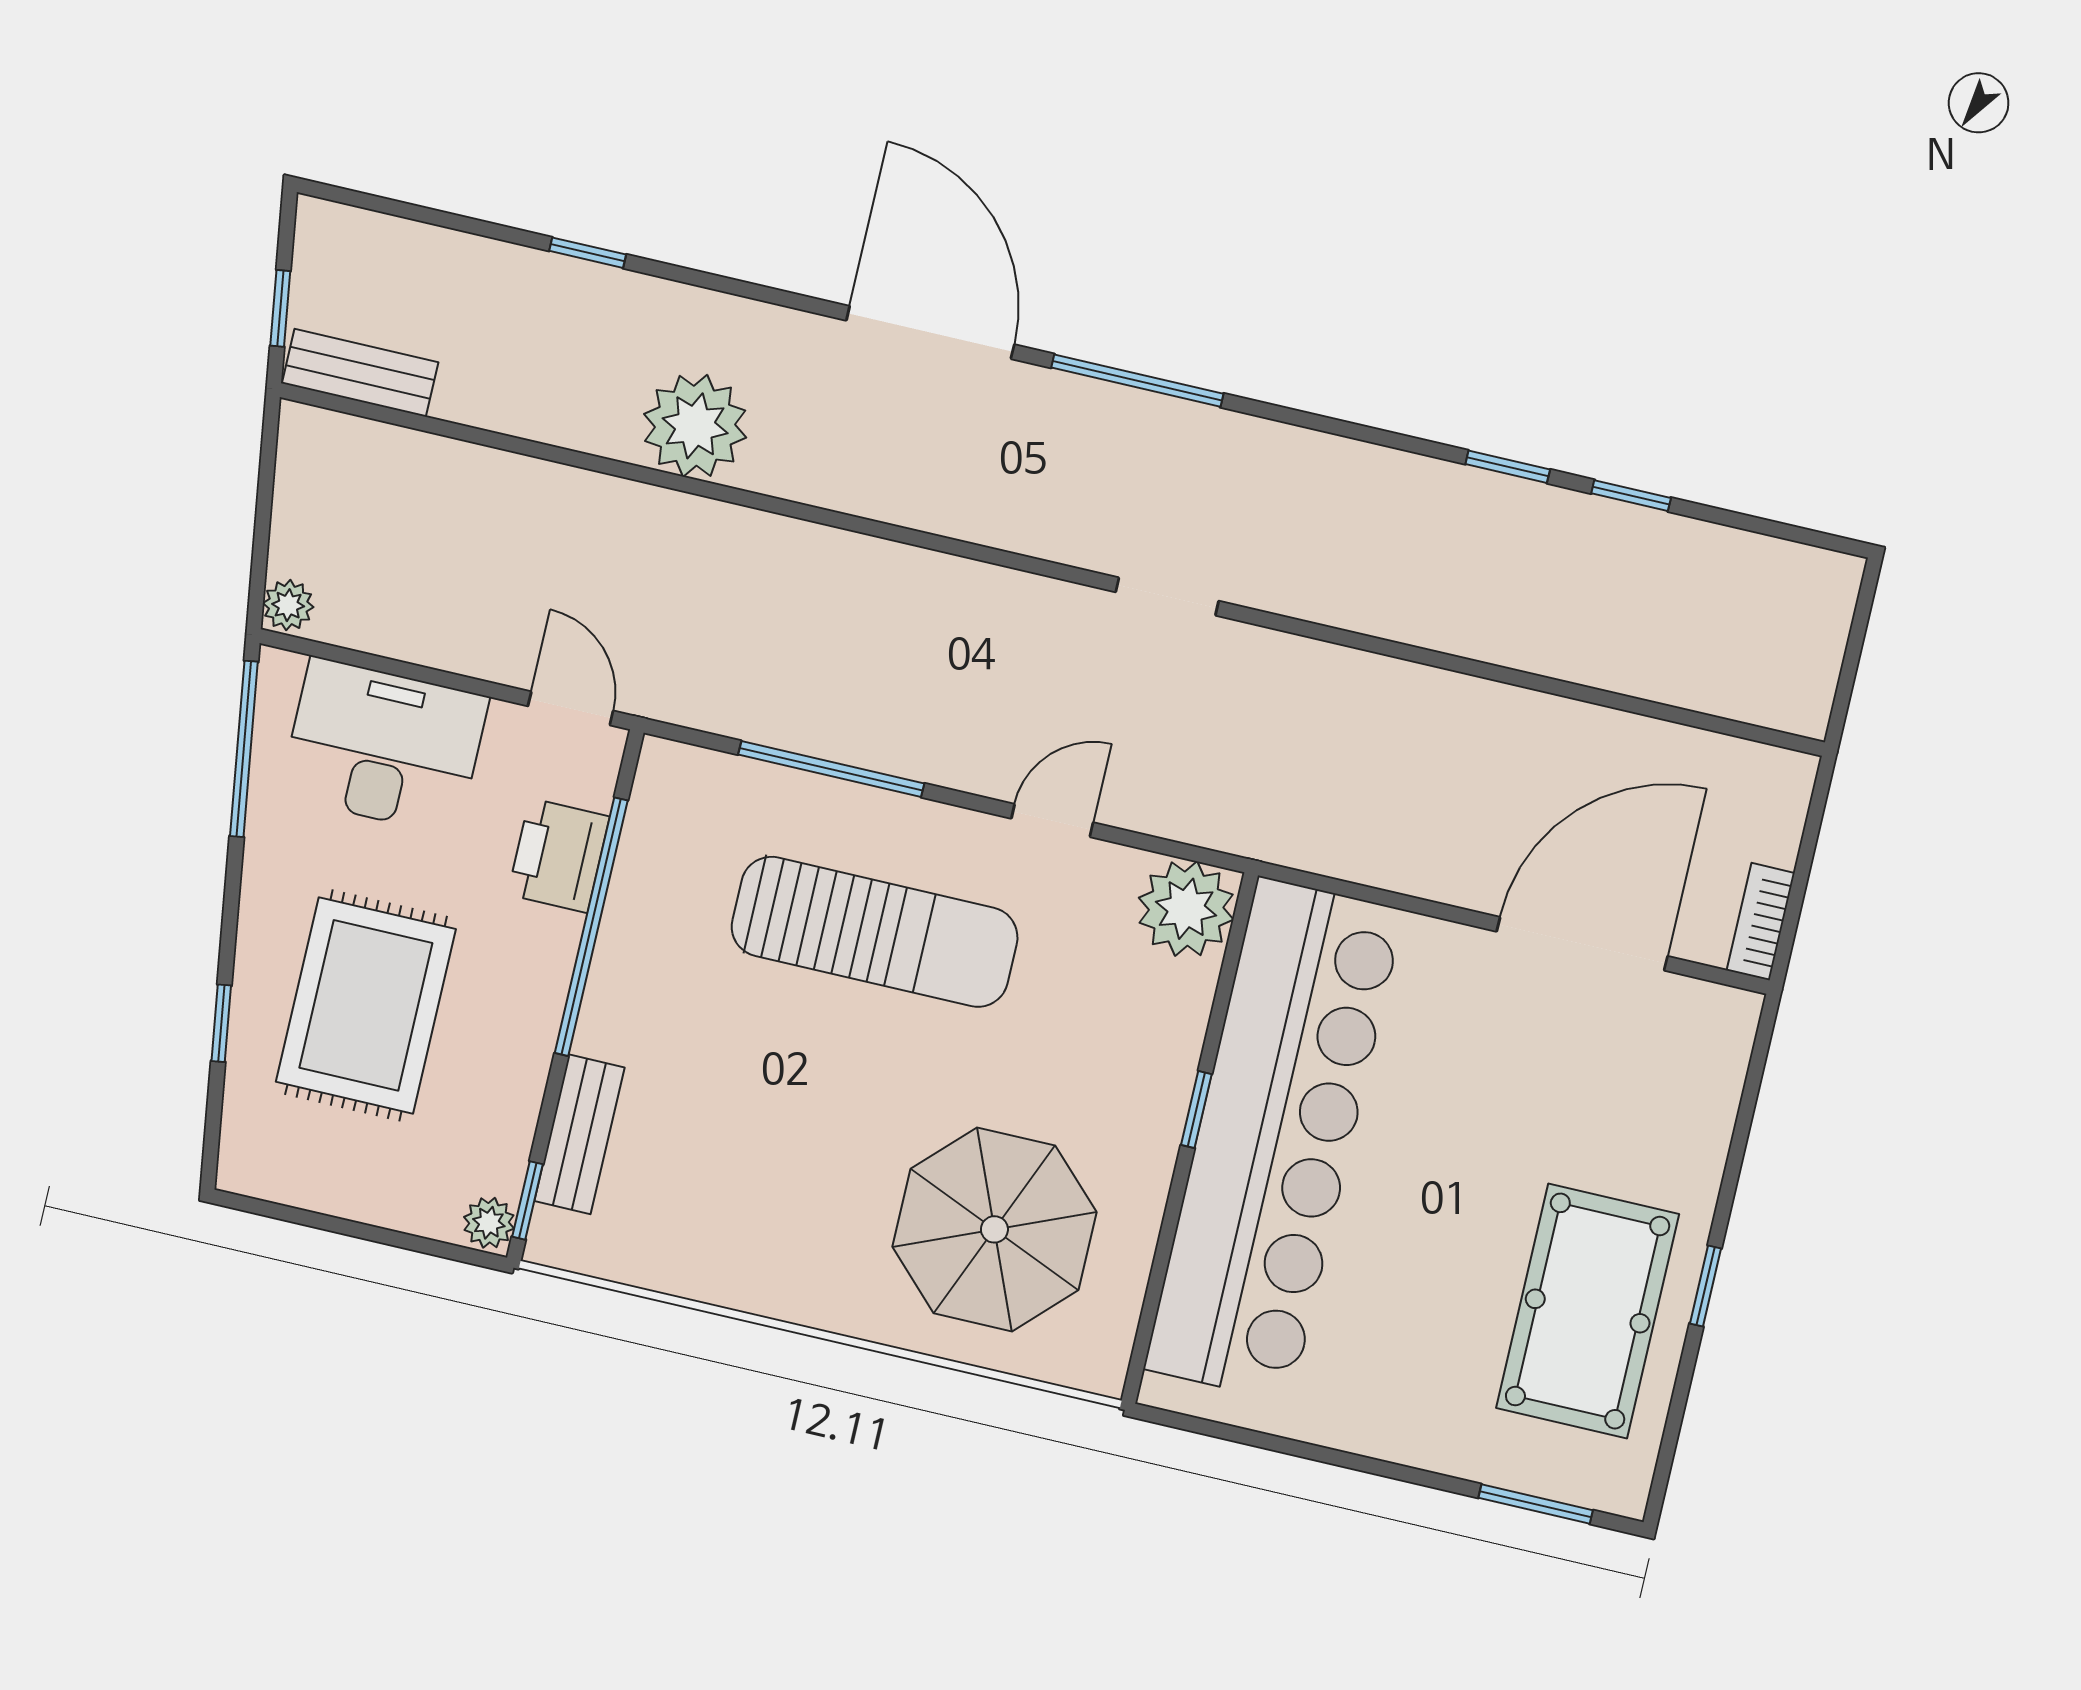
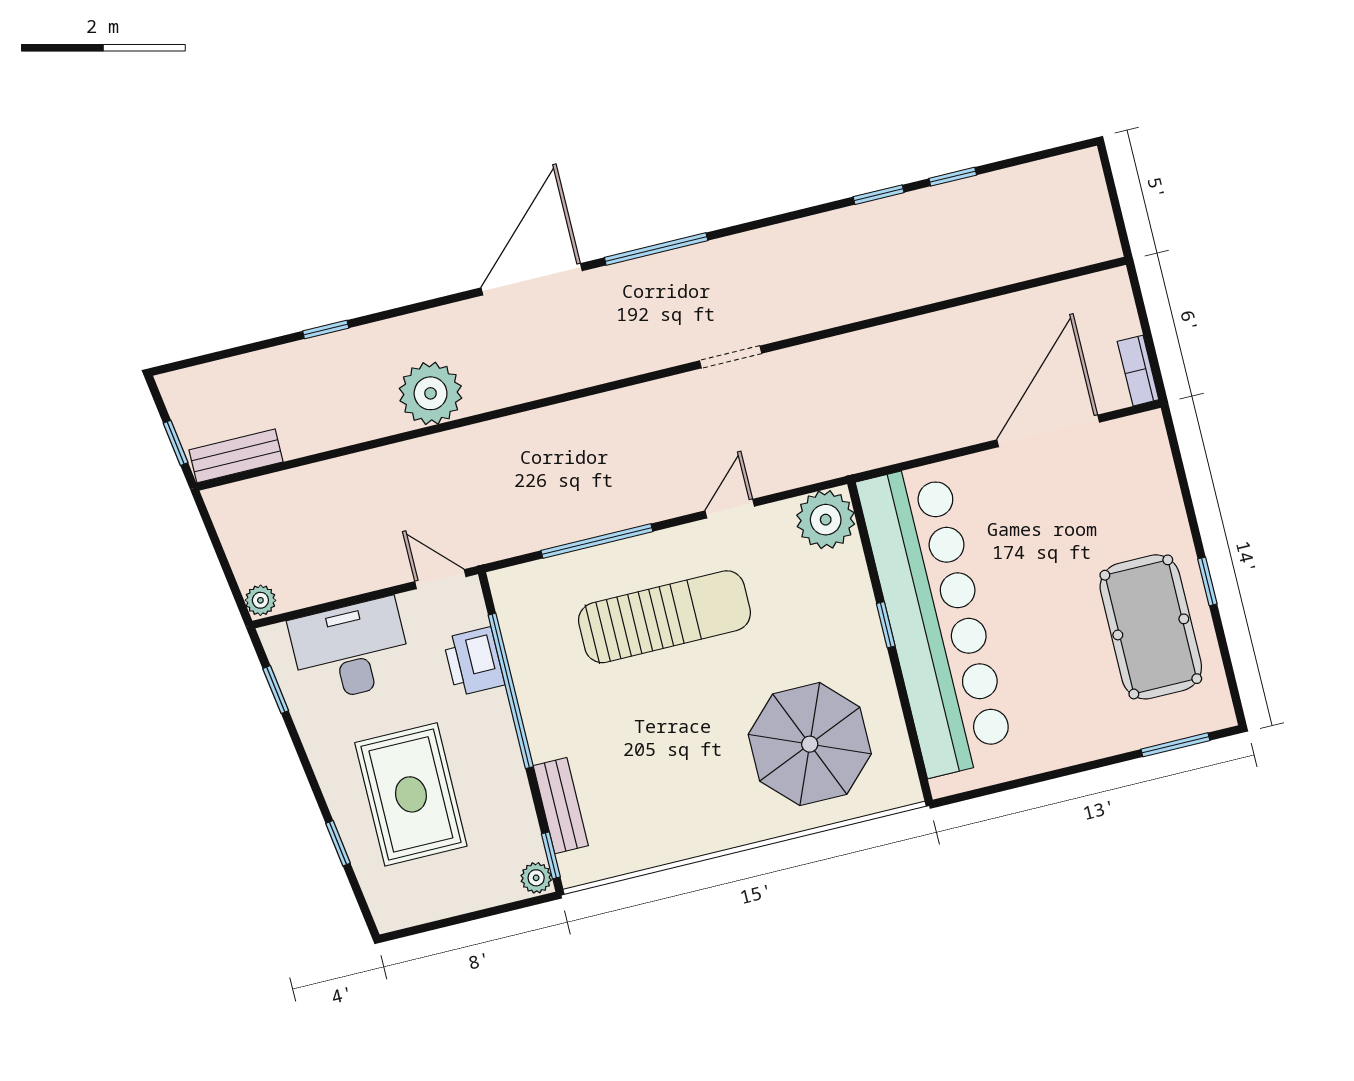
door: (930, 332) -> (532, 279), hinge flipped
window: (244, 749) -> (276, 690), width x0.46

